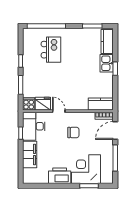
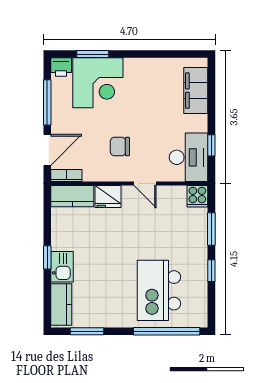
kitchen island: (51, 50) -> (159, 290), width x1.37, depth x1.28
fridge: (43, 104) -> (108, 197), moved
filing cabinet: (30, 154) -> (196, 91), moved
printer: (60, 176) -> (61, 67), moved, width x0.53, depth x0.68

